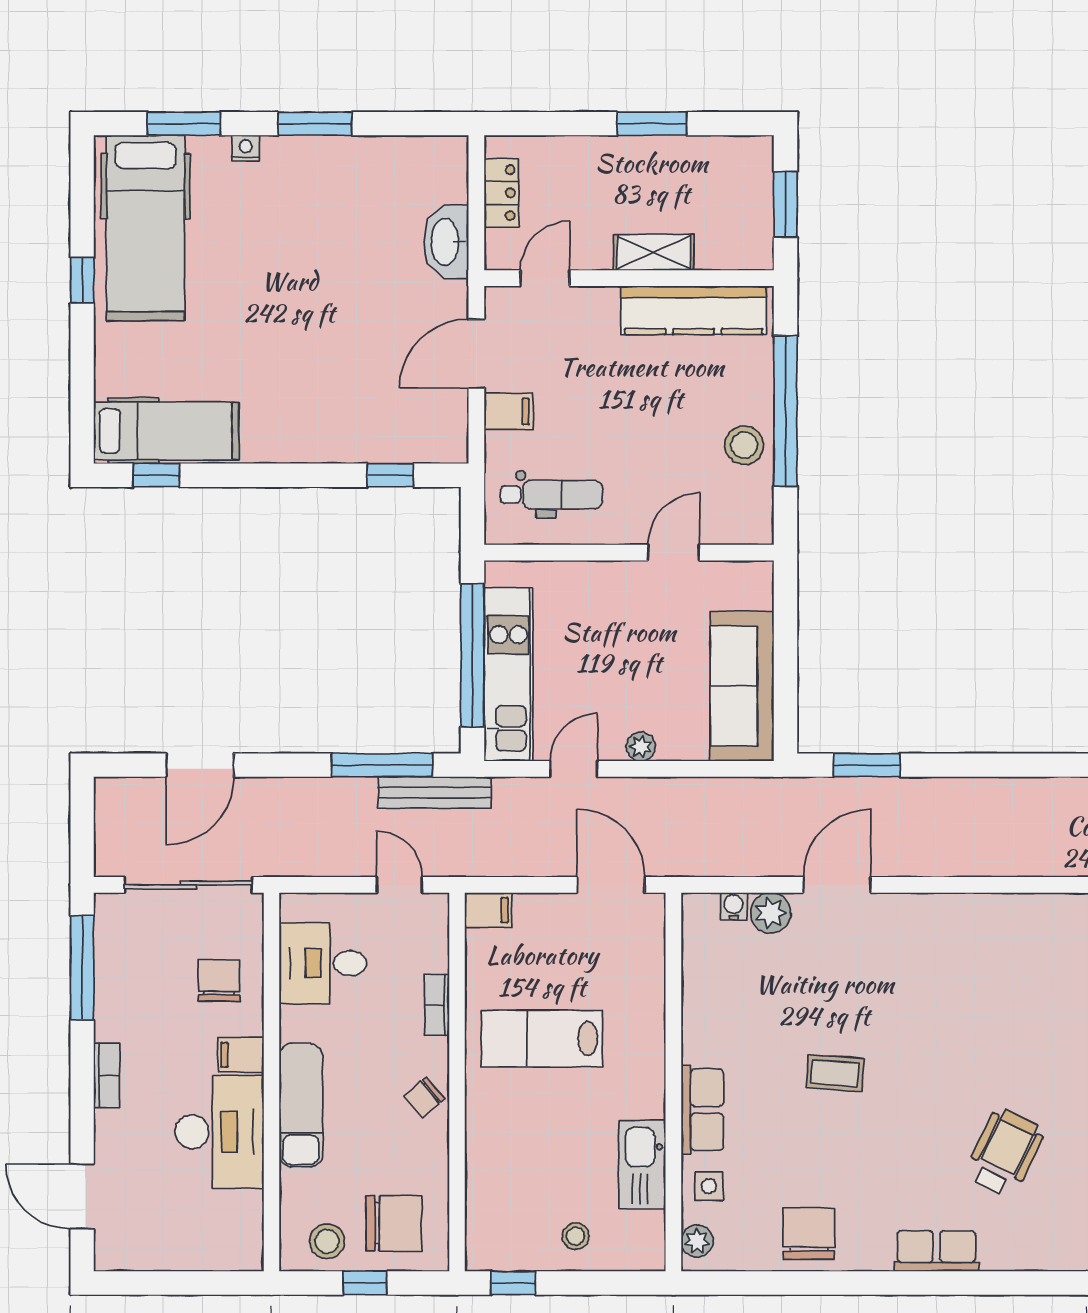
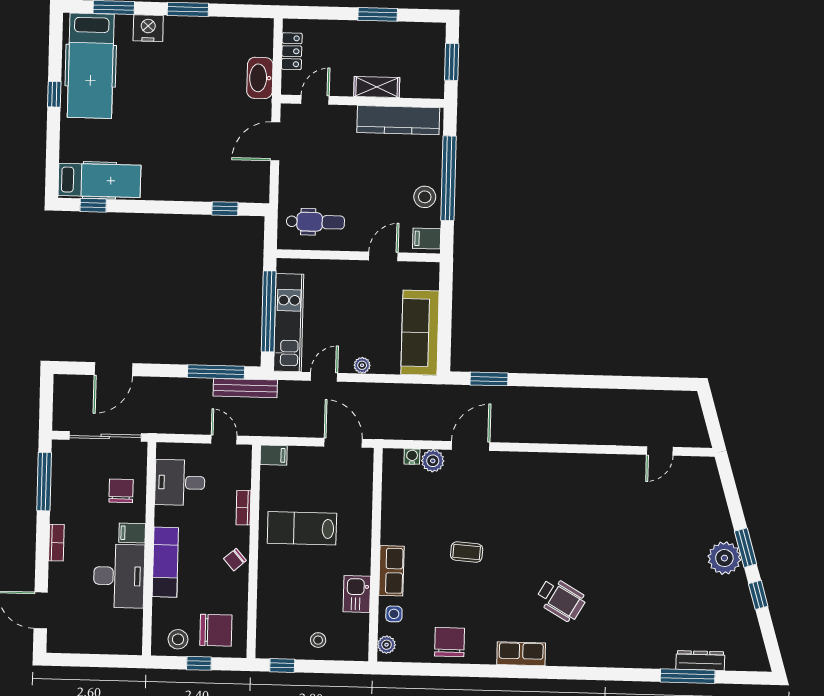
nightstand: (246, 148) -> (148, 28), width x1.89, depth x1.79
filing cabinet: (509, 411) -> (427, 239), moved, turned 180
wheelchair: (1004, 1153) -> (561, 599), turned 94
kitchen sink: (642, 1165) -> (357, 594), width x0.73

